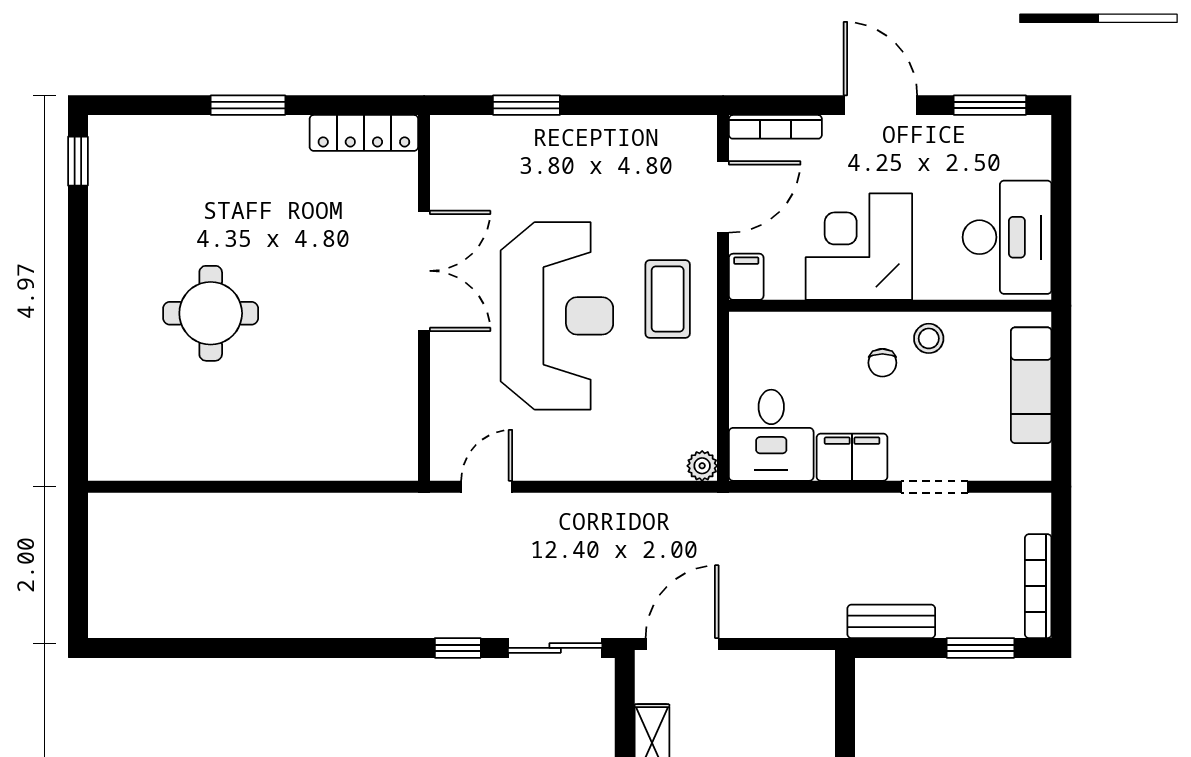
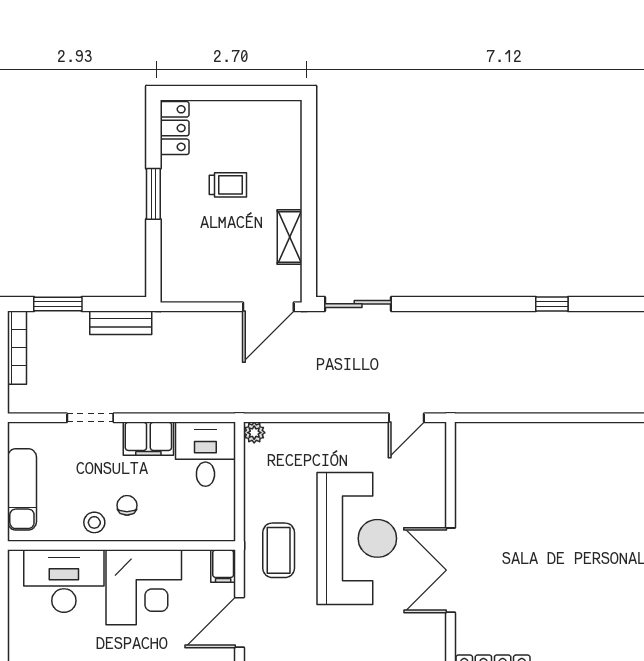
desk: (1007, 237) -> (64, 581), moved, turned 90
round table: (211, 313) -> (601, 540), removed
reception desk: (557, 316) -> (357, 538), turned 180
window: (458, 648) -> (552, 304), moved

